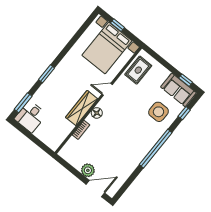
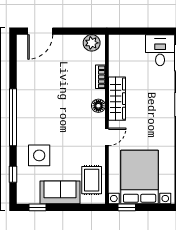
window: (117, 25) -> (127, 207), moved
sofa: (178, 90) -> (60, 192), moved
plant: (88, 170) -> (92, 43), moved

